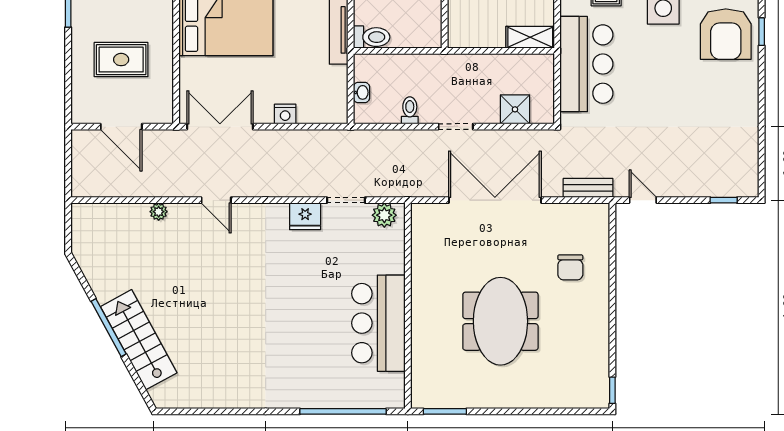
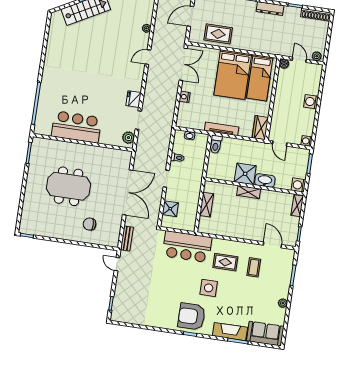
shelving: (530, 37) -> (207, 205), moved
rug: (121, 60) -> (218, 34), moved, turned 90
door: (643, 200) -> (117, 264), swing flipped

